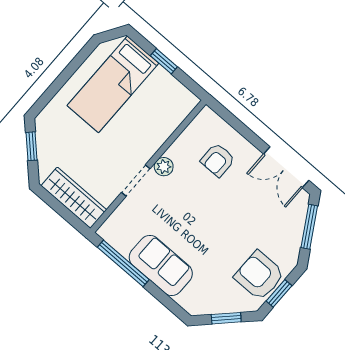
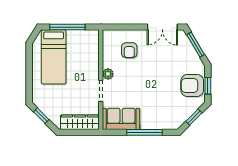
window: (164, 61) -> (67, 27), width x2.17
window: (123, 263) -> (145, 132), moved
sofa: (161, 265) -> (121, 119), moved

